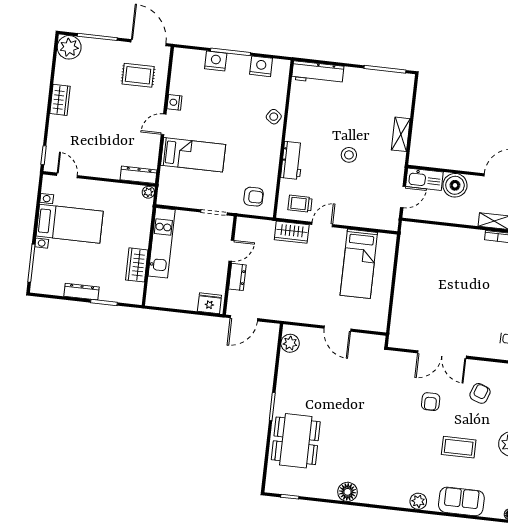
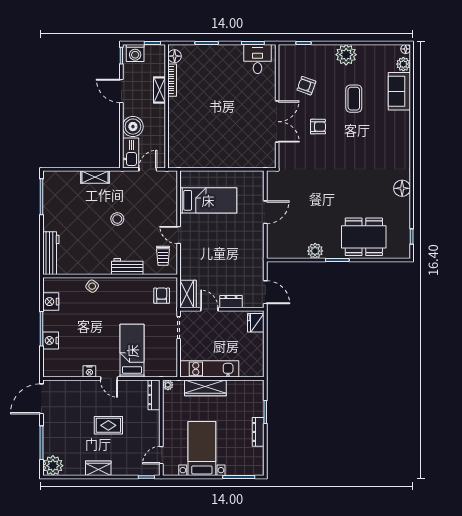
rug: (138, 75) -> (108, 425), moved, turned 90
door: (403, 197) -> (148, 169), hinge flipped
wardrobe: (292, 232) -> (188, 294), moved
wardrobe: (137, 265) -> (205, 388), moved, width x1.50
plant: (290, 343) -> (315, 251), moved
plant: (418, 501) -> (403, 64), moved

